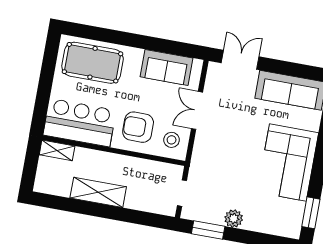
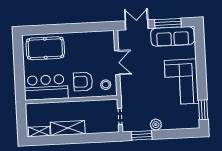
sofa: (167, 67) -> (92, 40), removed
window: (288, 68) -> (168, 23), added
double door: (197, 110) -> (117, 63), swing flipped
shelving: (57, 150) -> (39, 132), moved

